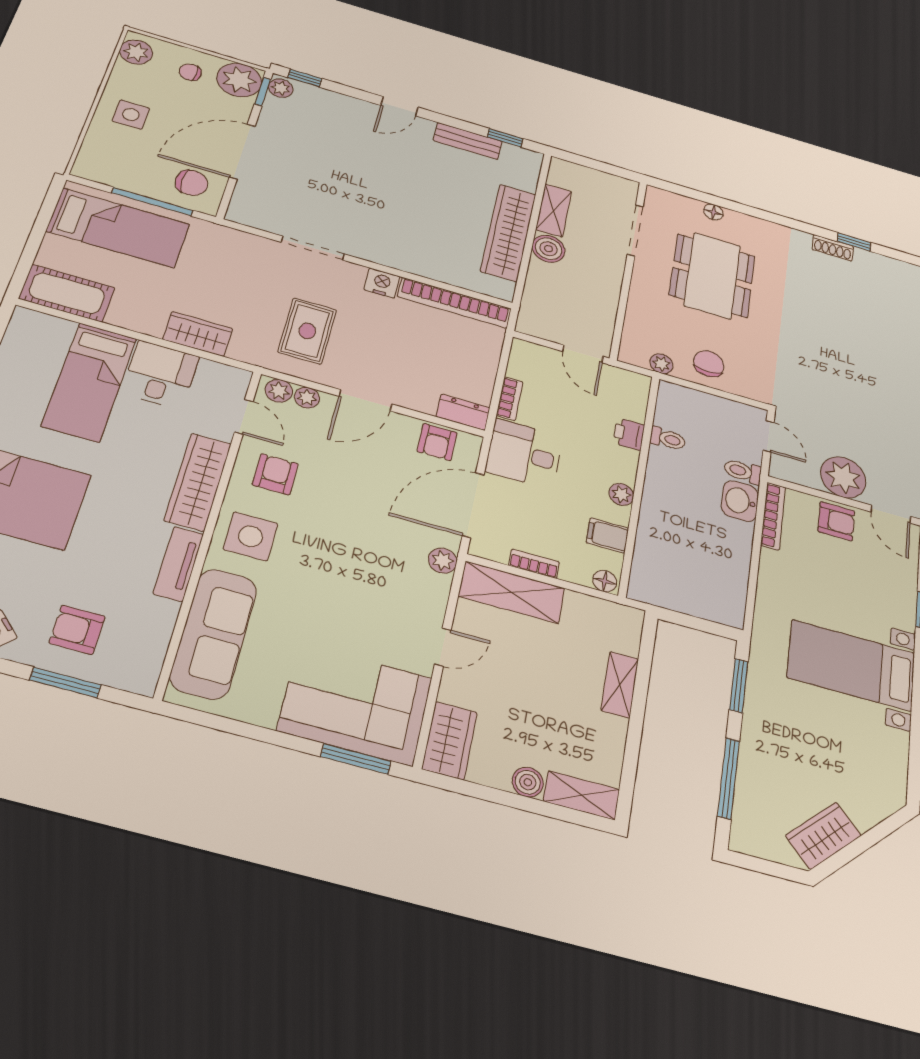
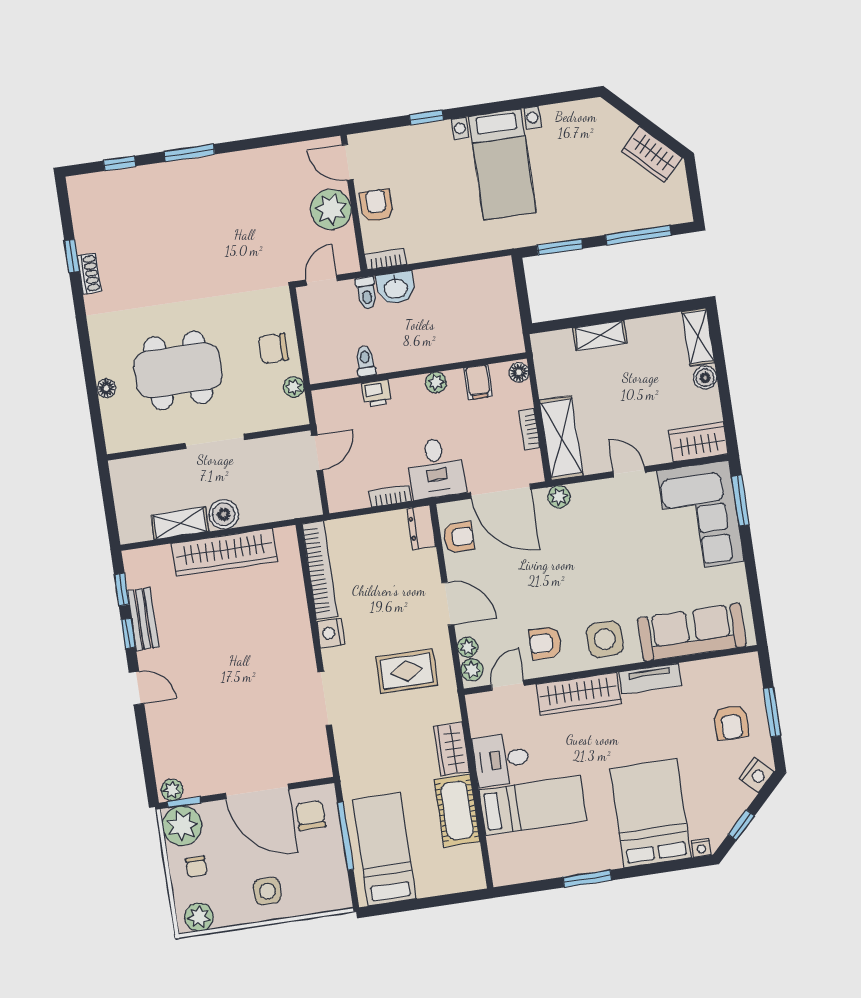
window: (305, 78) -> (128, 633), moved
doorway: (635, 230) -> (215, 441), moved
cot: (67, 293) -> (457, 810), moved
door: (891, 514) -> (348, 162), swing flipped
bookcase: (773, 516) -> (386, 260), width x0.64

